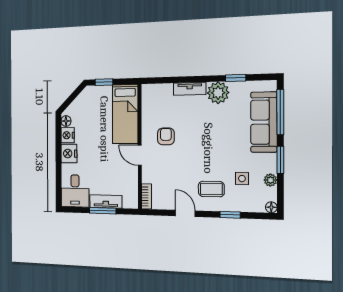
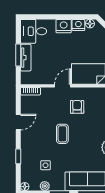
armchair: (166, 136) -> (77, 107), turned -90
coffee table: (211, 189) -> (62, 134), moved

